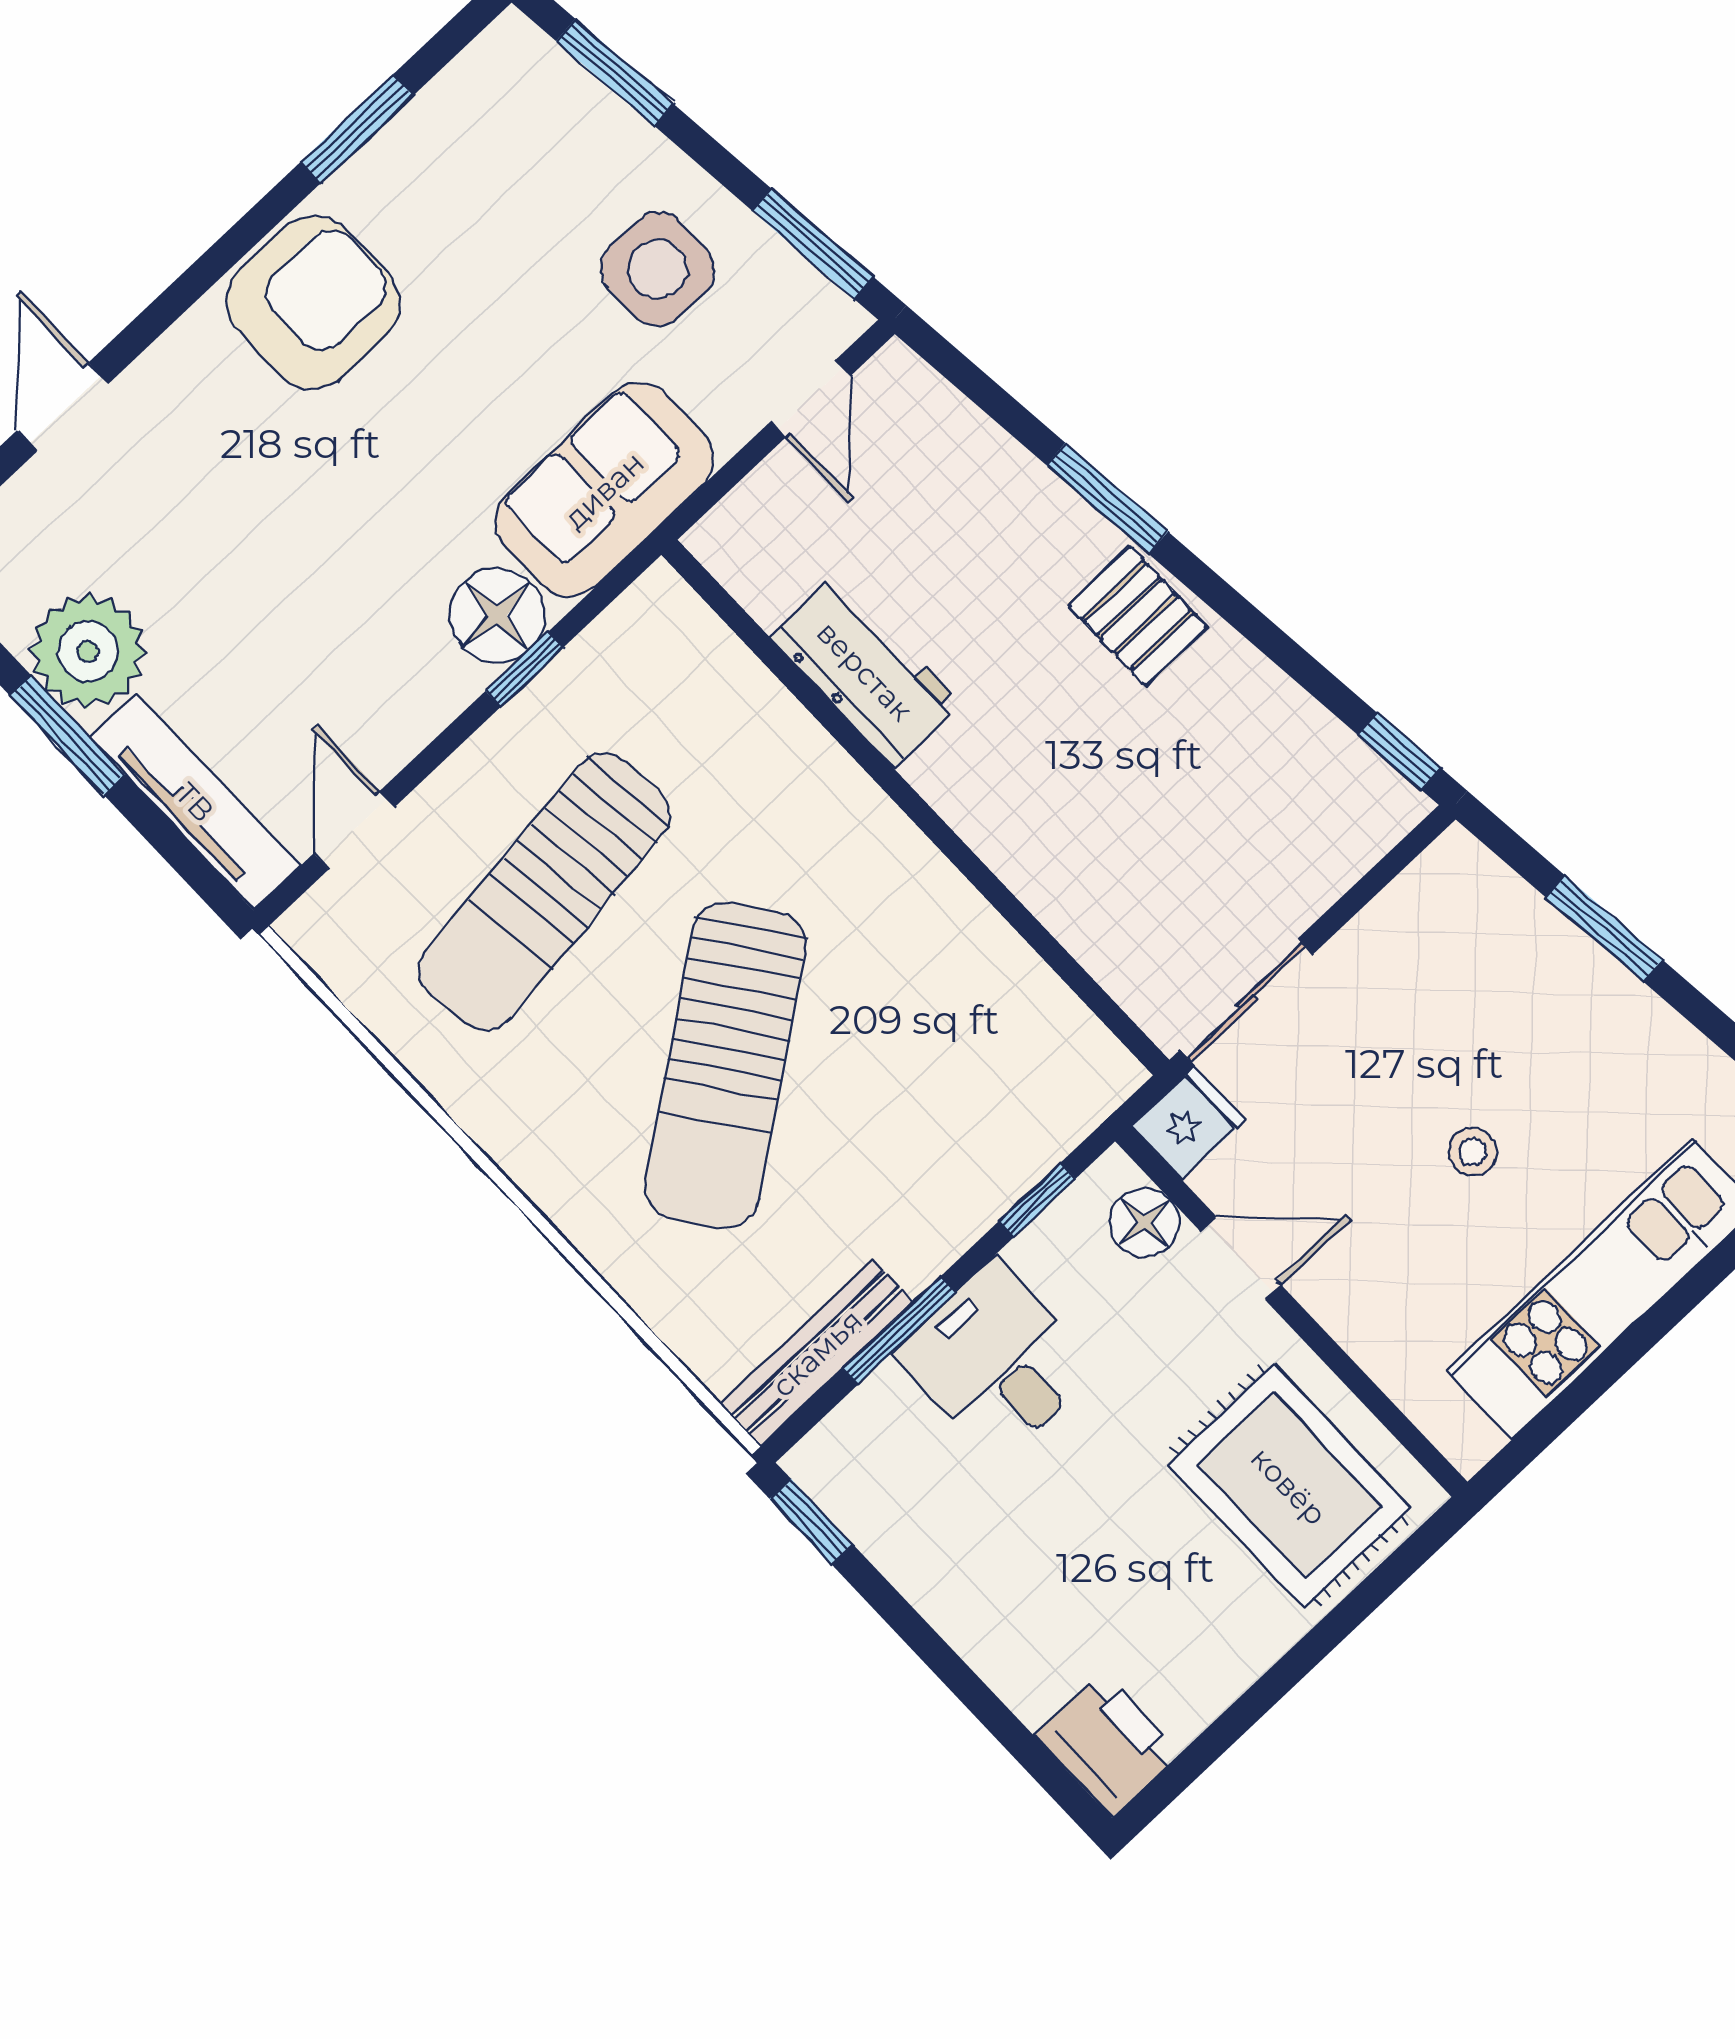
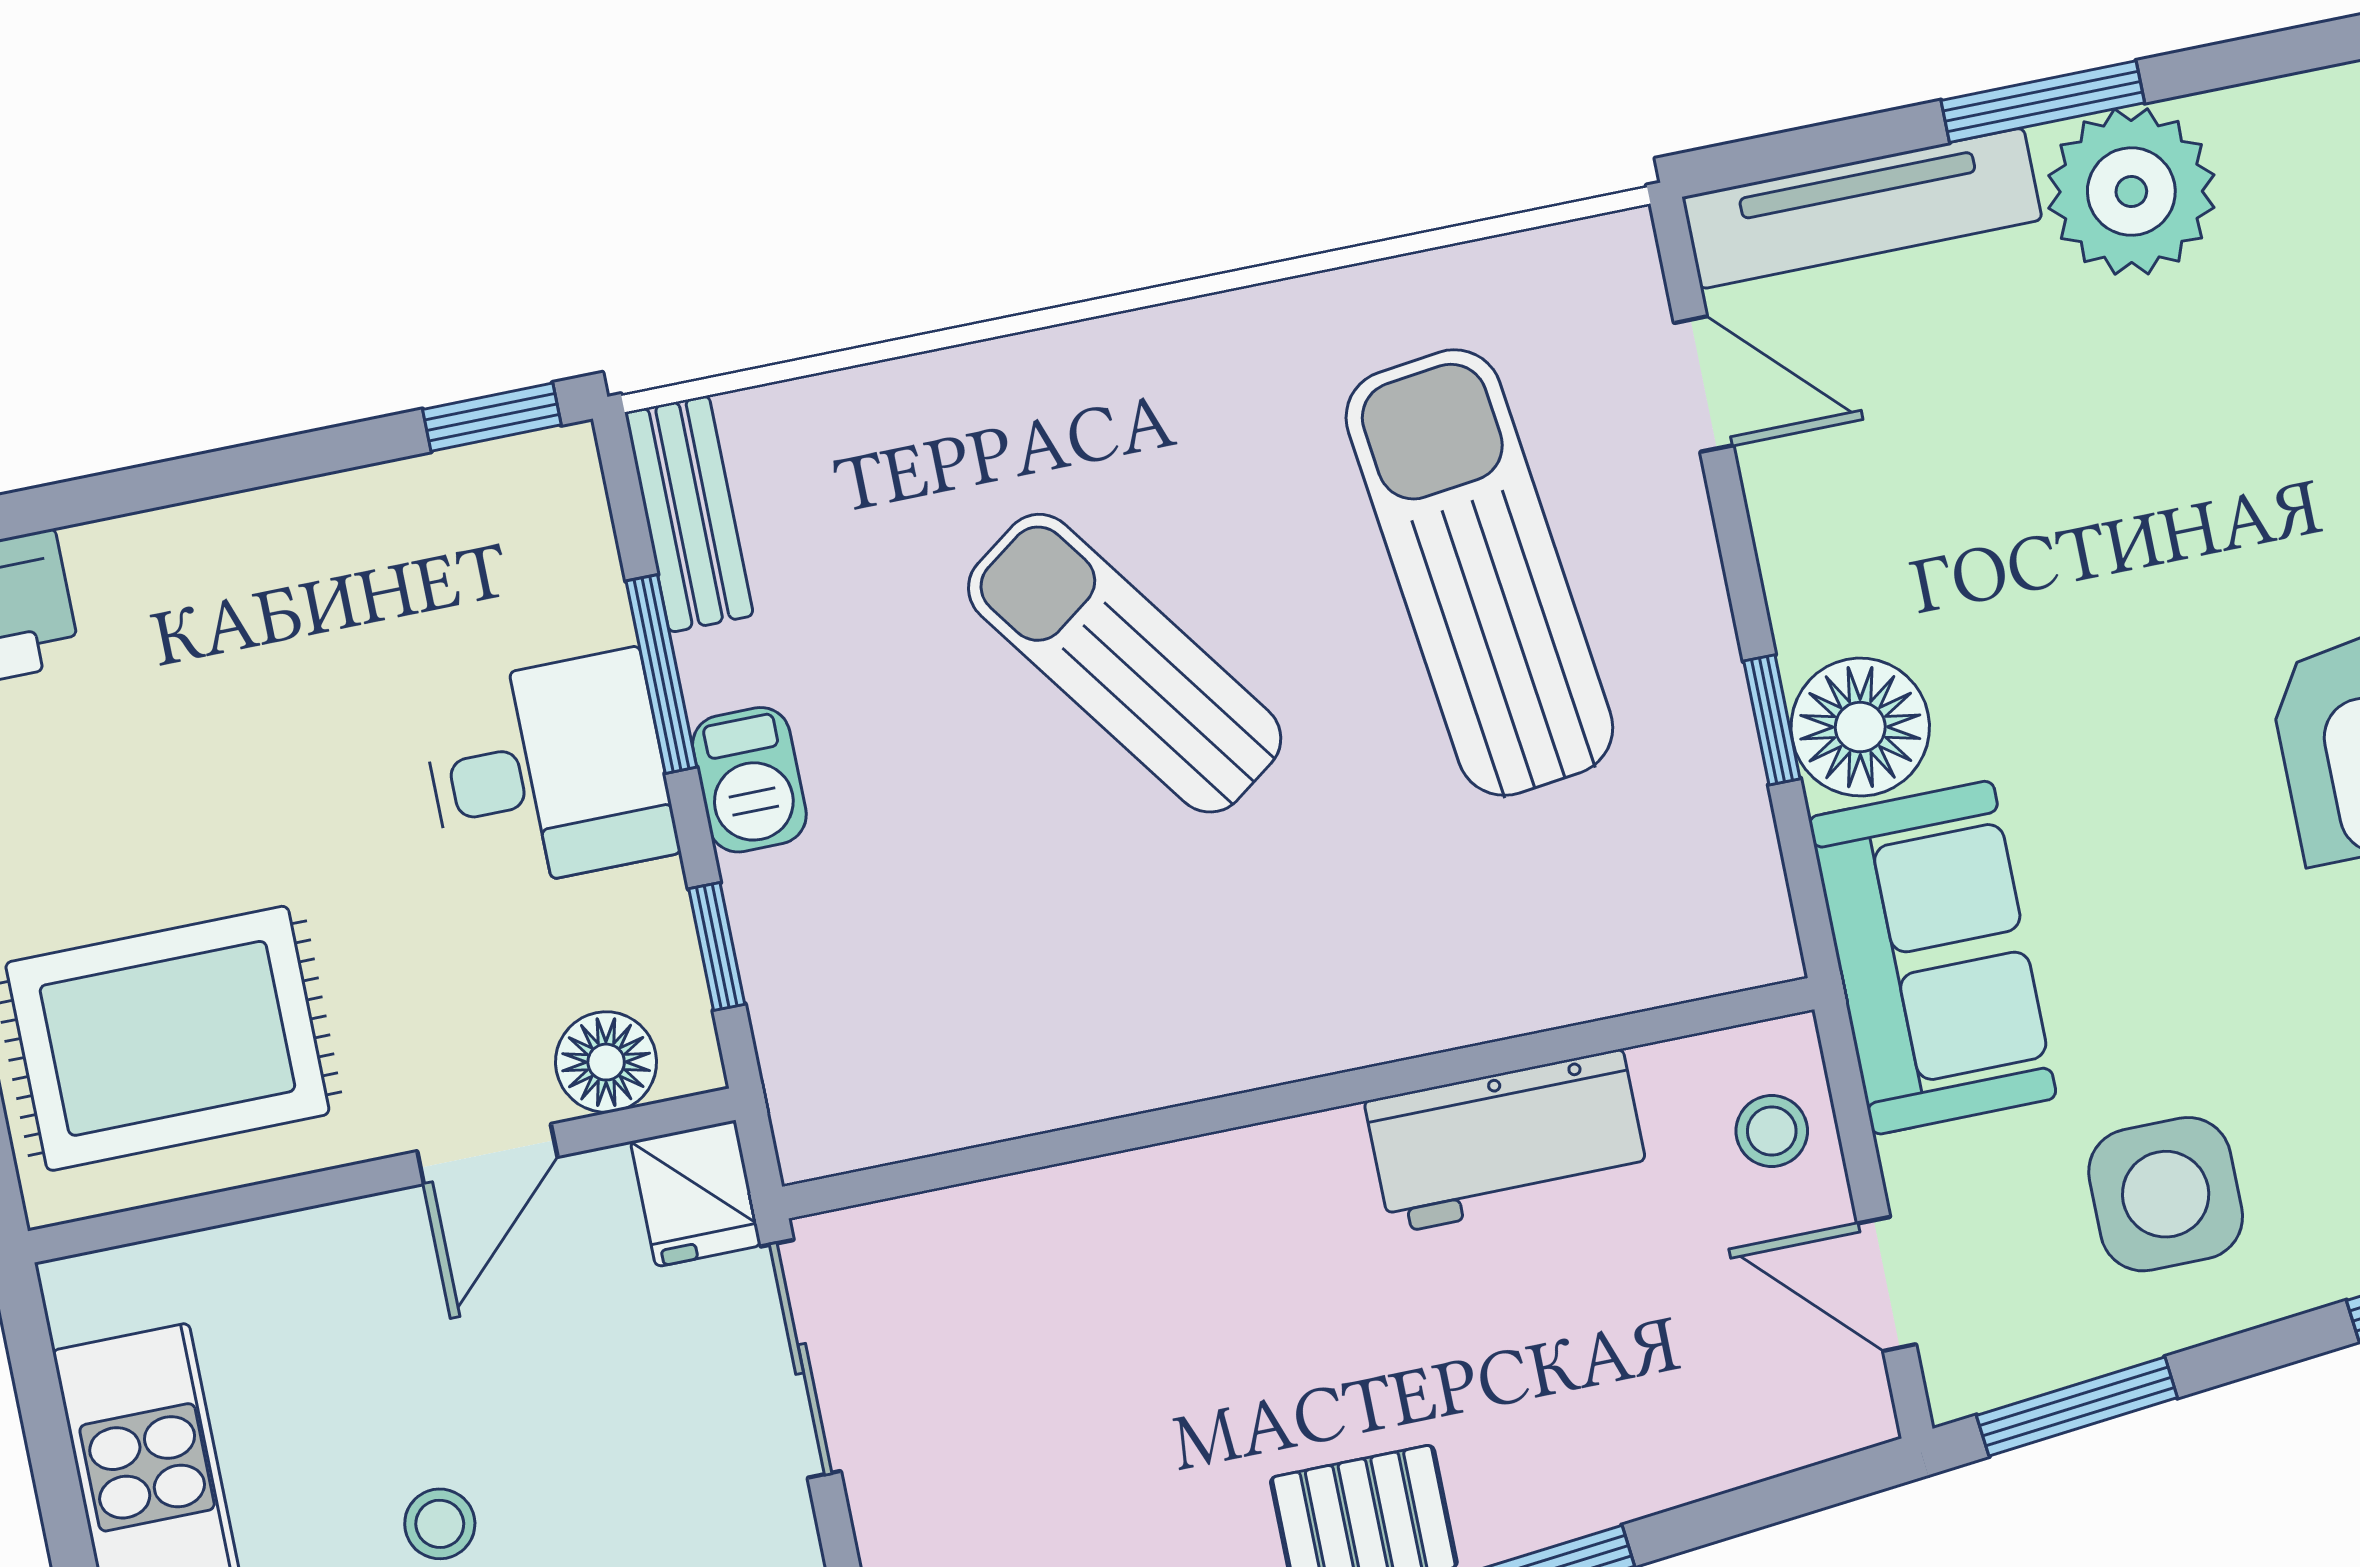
stool: (763, 521) -> (1772, 1131), added
sun lounger: (725, 1065) -> (1125, 663), width x0.73, depth x0.75
barbecue: (929, 1241) -> (749, 780), added
bench: (817, 1353) -> (689, 514), width x0.73

